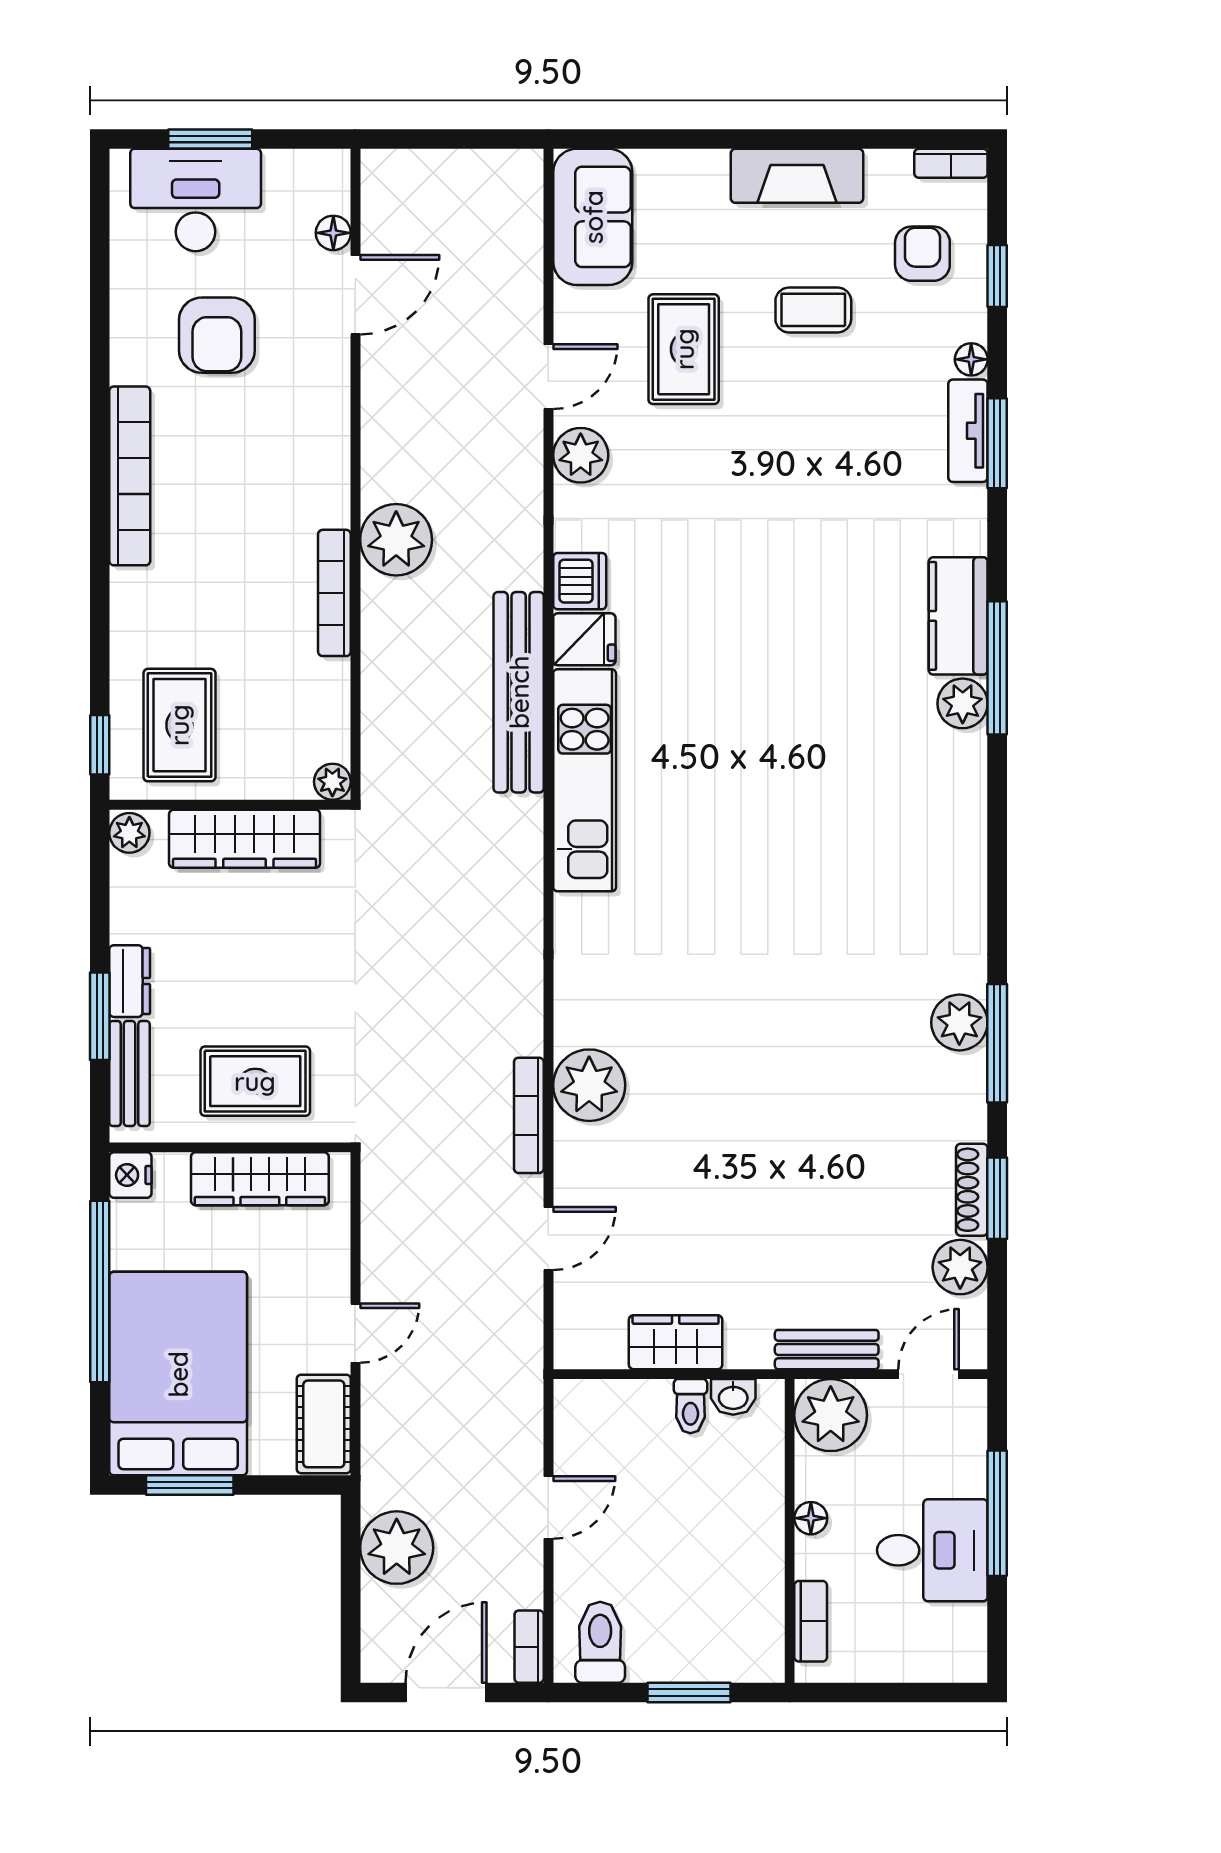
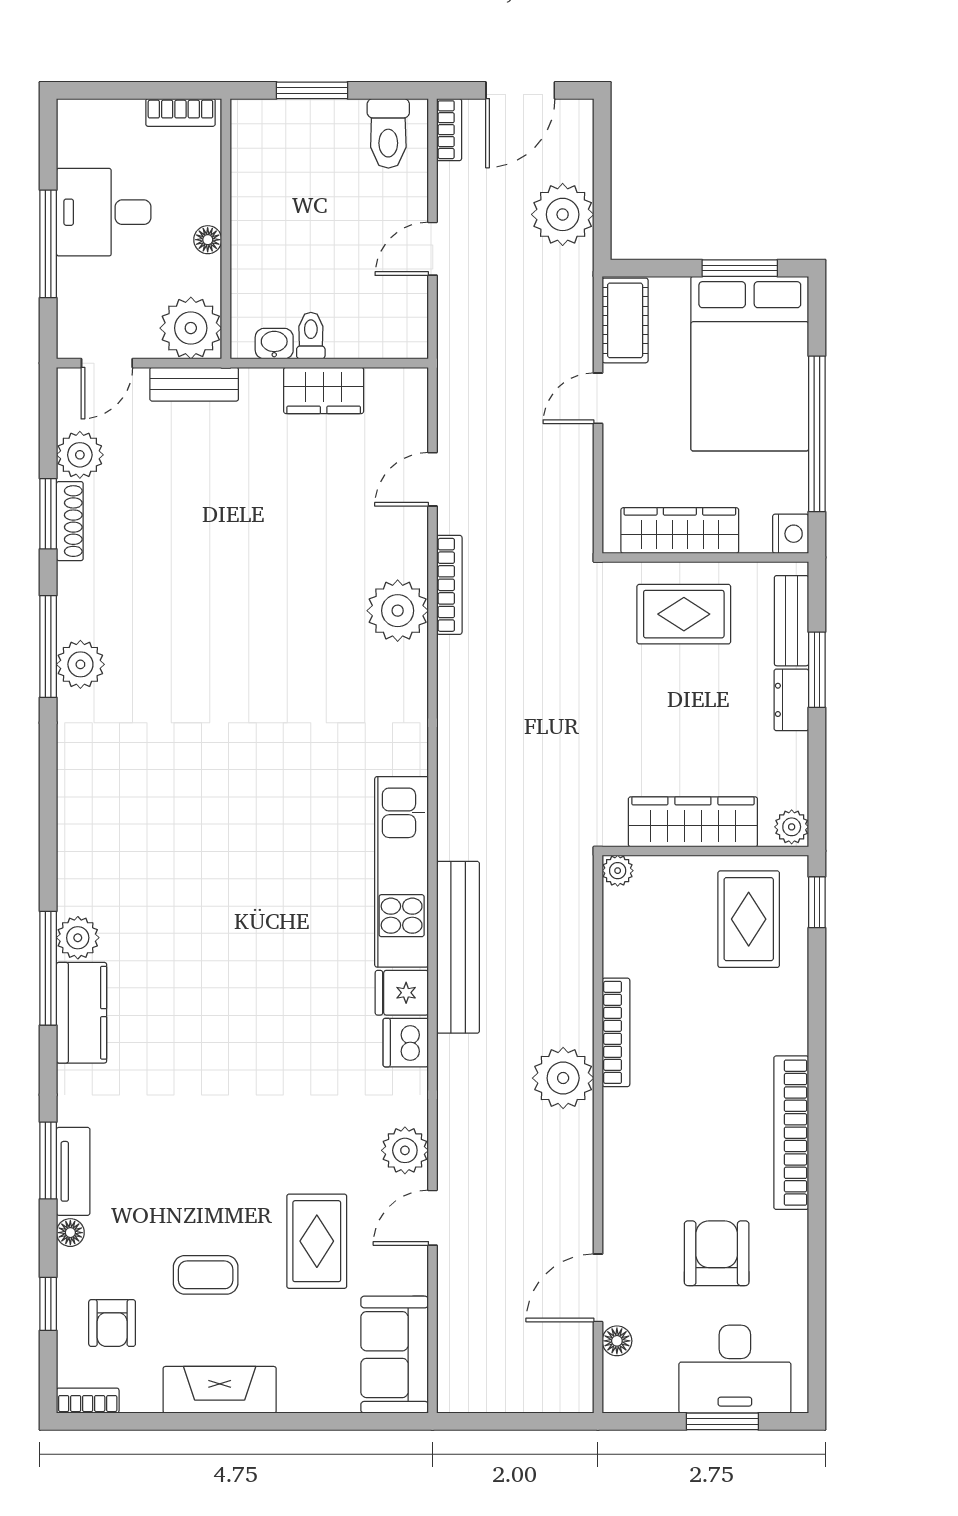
bookcase: (811, 1621) -> (180, 112), moved, turned -90

